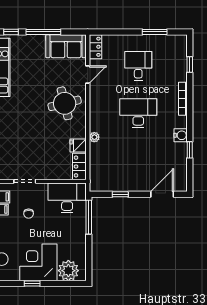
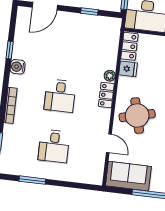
locker: (95, 47) -> (106, 95), moved
door: (88, 75) -> (109, 143), swing flipped
desk: (138, 113) -> (60, 96), width x0.73

